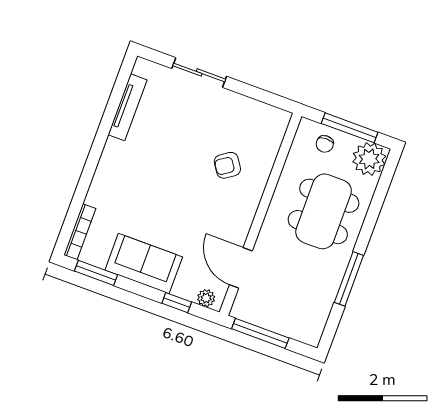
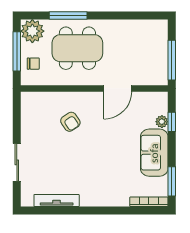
door: (241, 268) -> (118, 88), moved
window: (349, 279) -> (68, 16), moved
plant: (206, 298) -> (162, 122), moved

